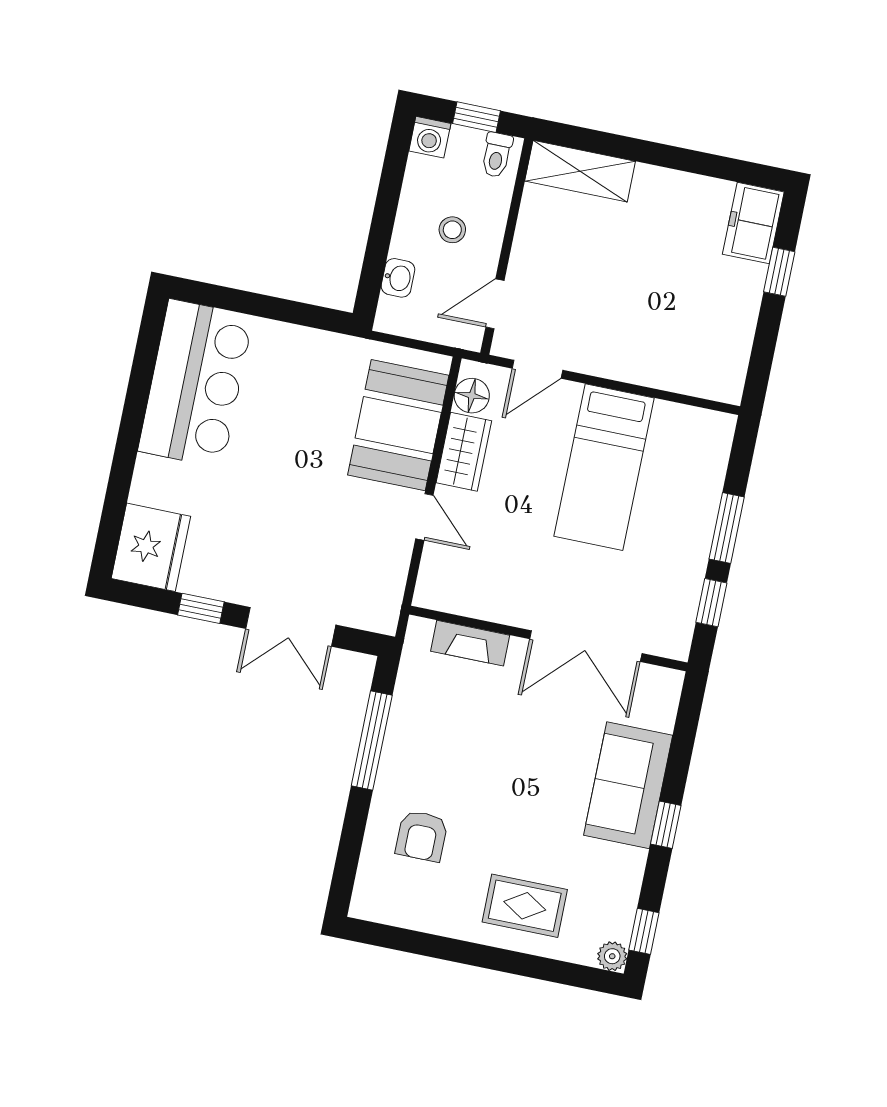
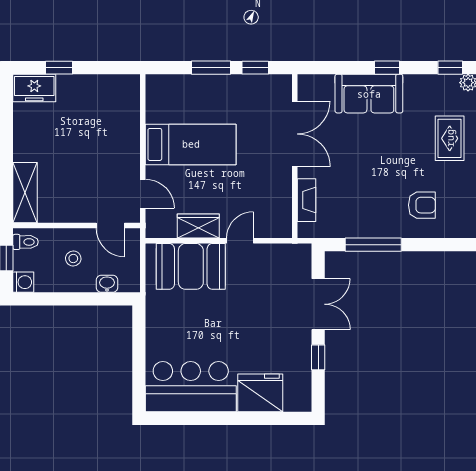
floor lamp: (472, 396) -> (165, 228), removed
fridge: (151, 547) -> (260, 393), moved

